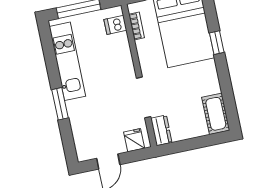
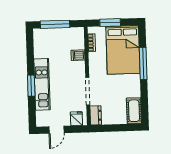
dishwasher: (115, 25) -> (78, 55), moved
window: (217, 43) -> (143, 63), width x2.17
kitchen unit: (67, 61) -> (42, 84), moved

